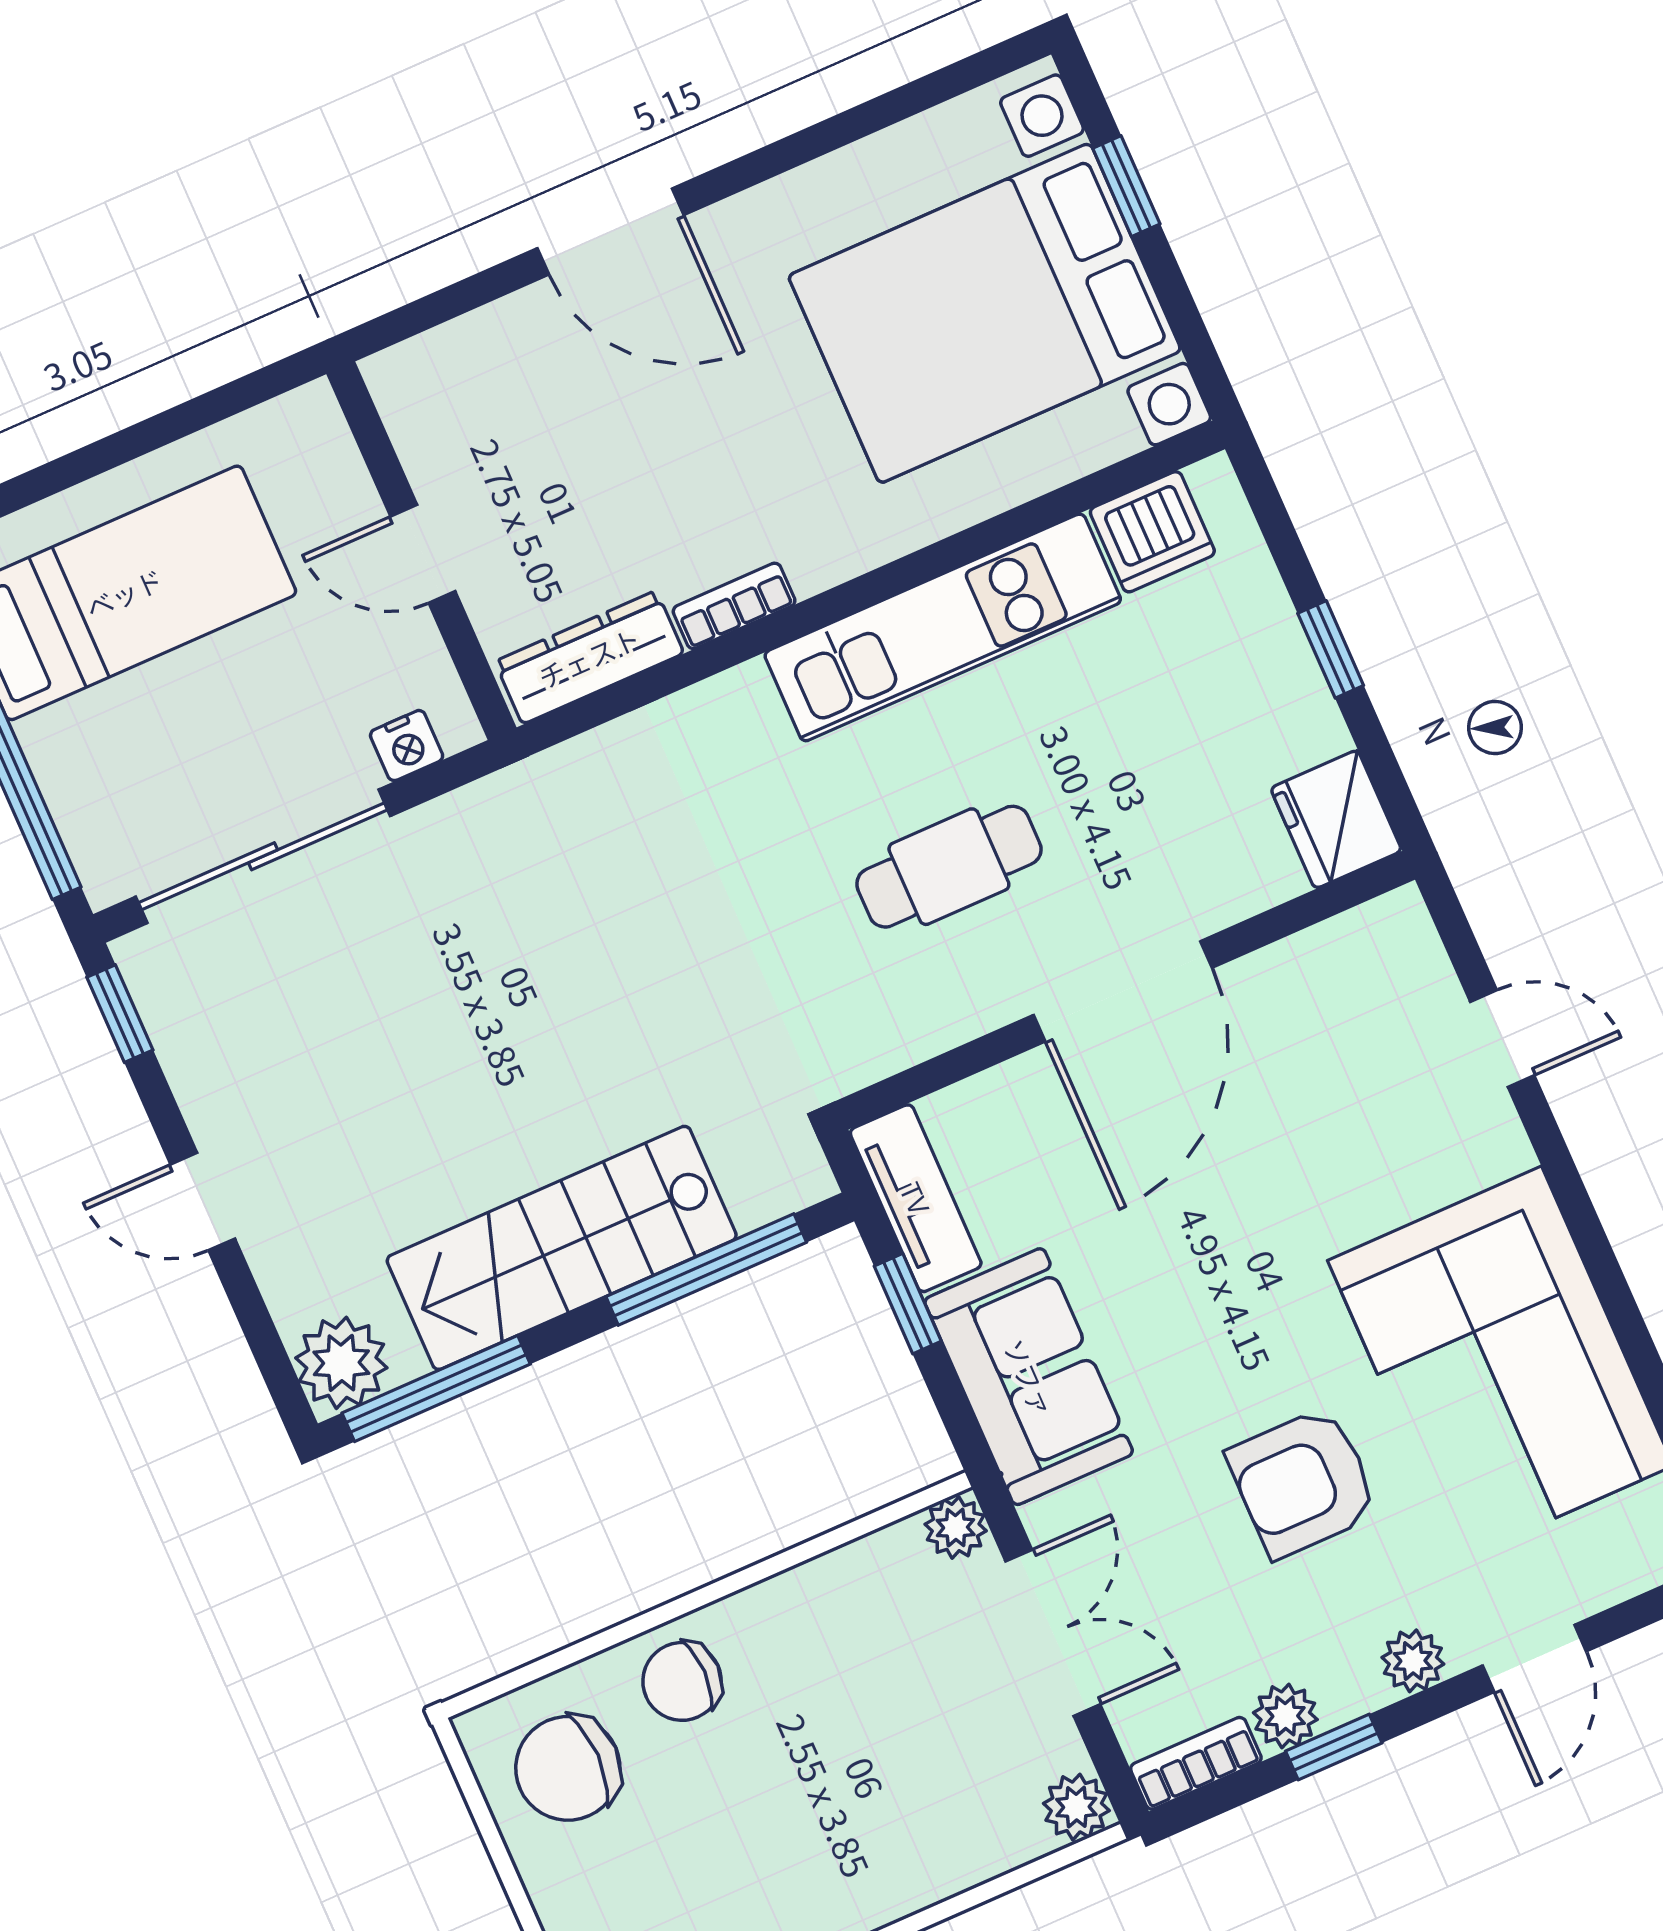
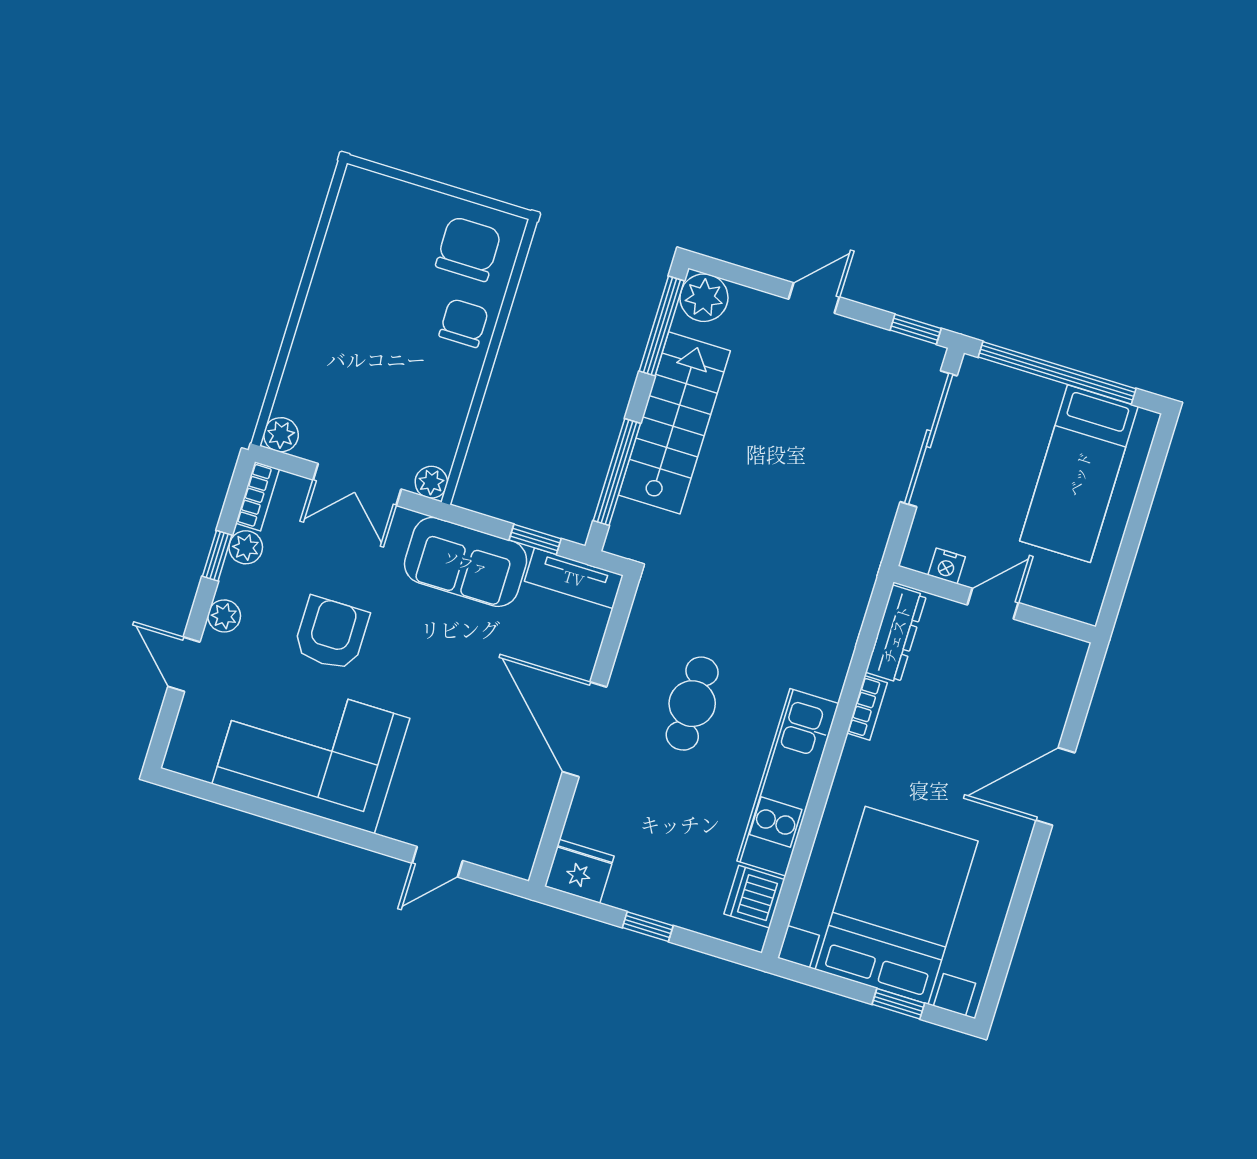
nightstand: (407, 746) -> (947, 566), moved, turned -90

